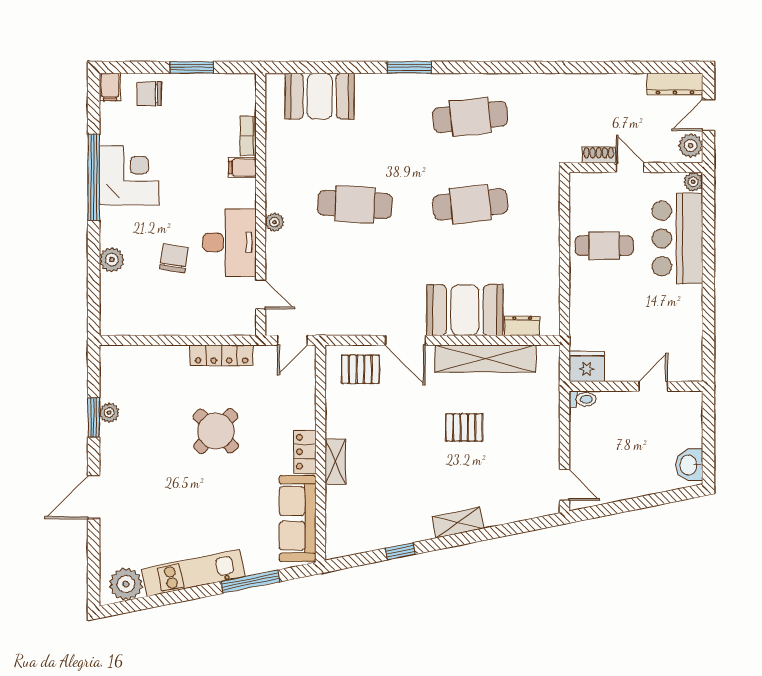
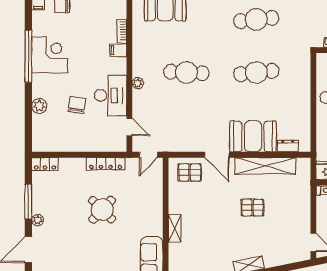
plant: (109, 413) -> (38, 220), moved
window: (94, 417) -> (28, 201), width x1.44
locker: (305, 452) -> (45, 164), moved, turned -90

